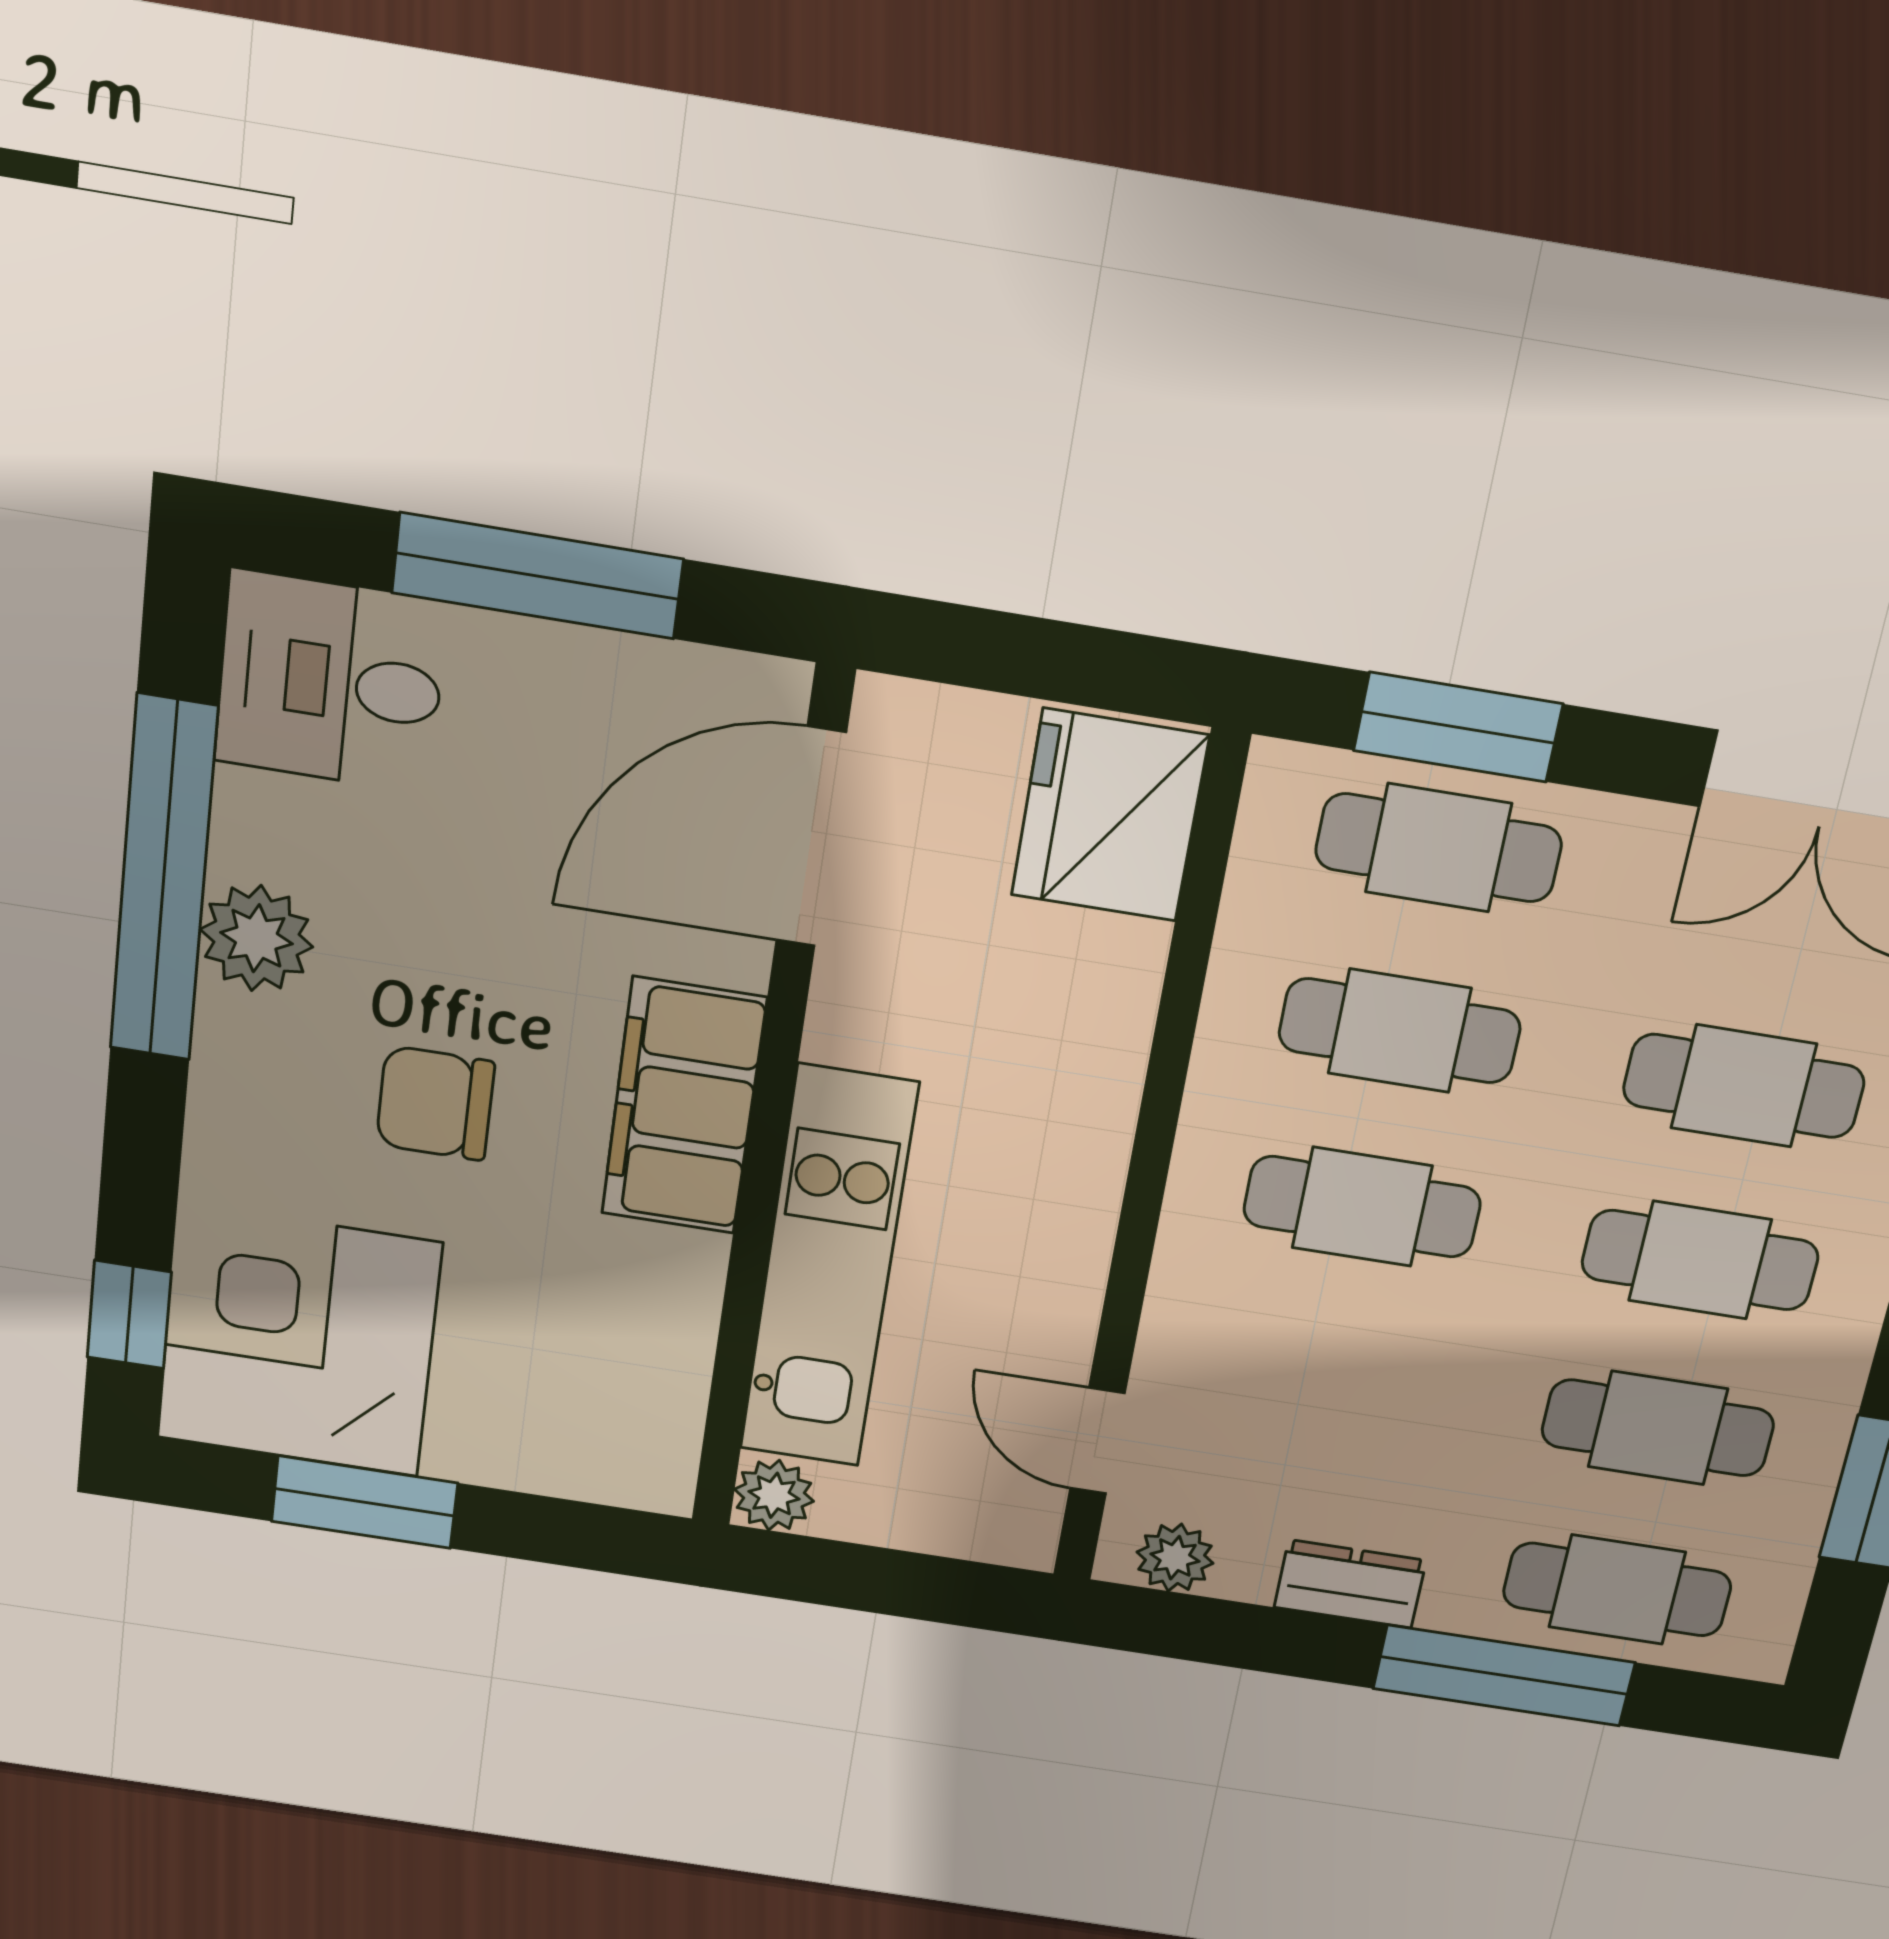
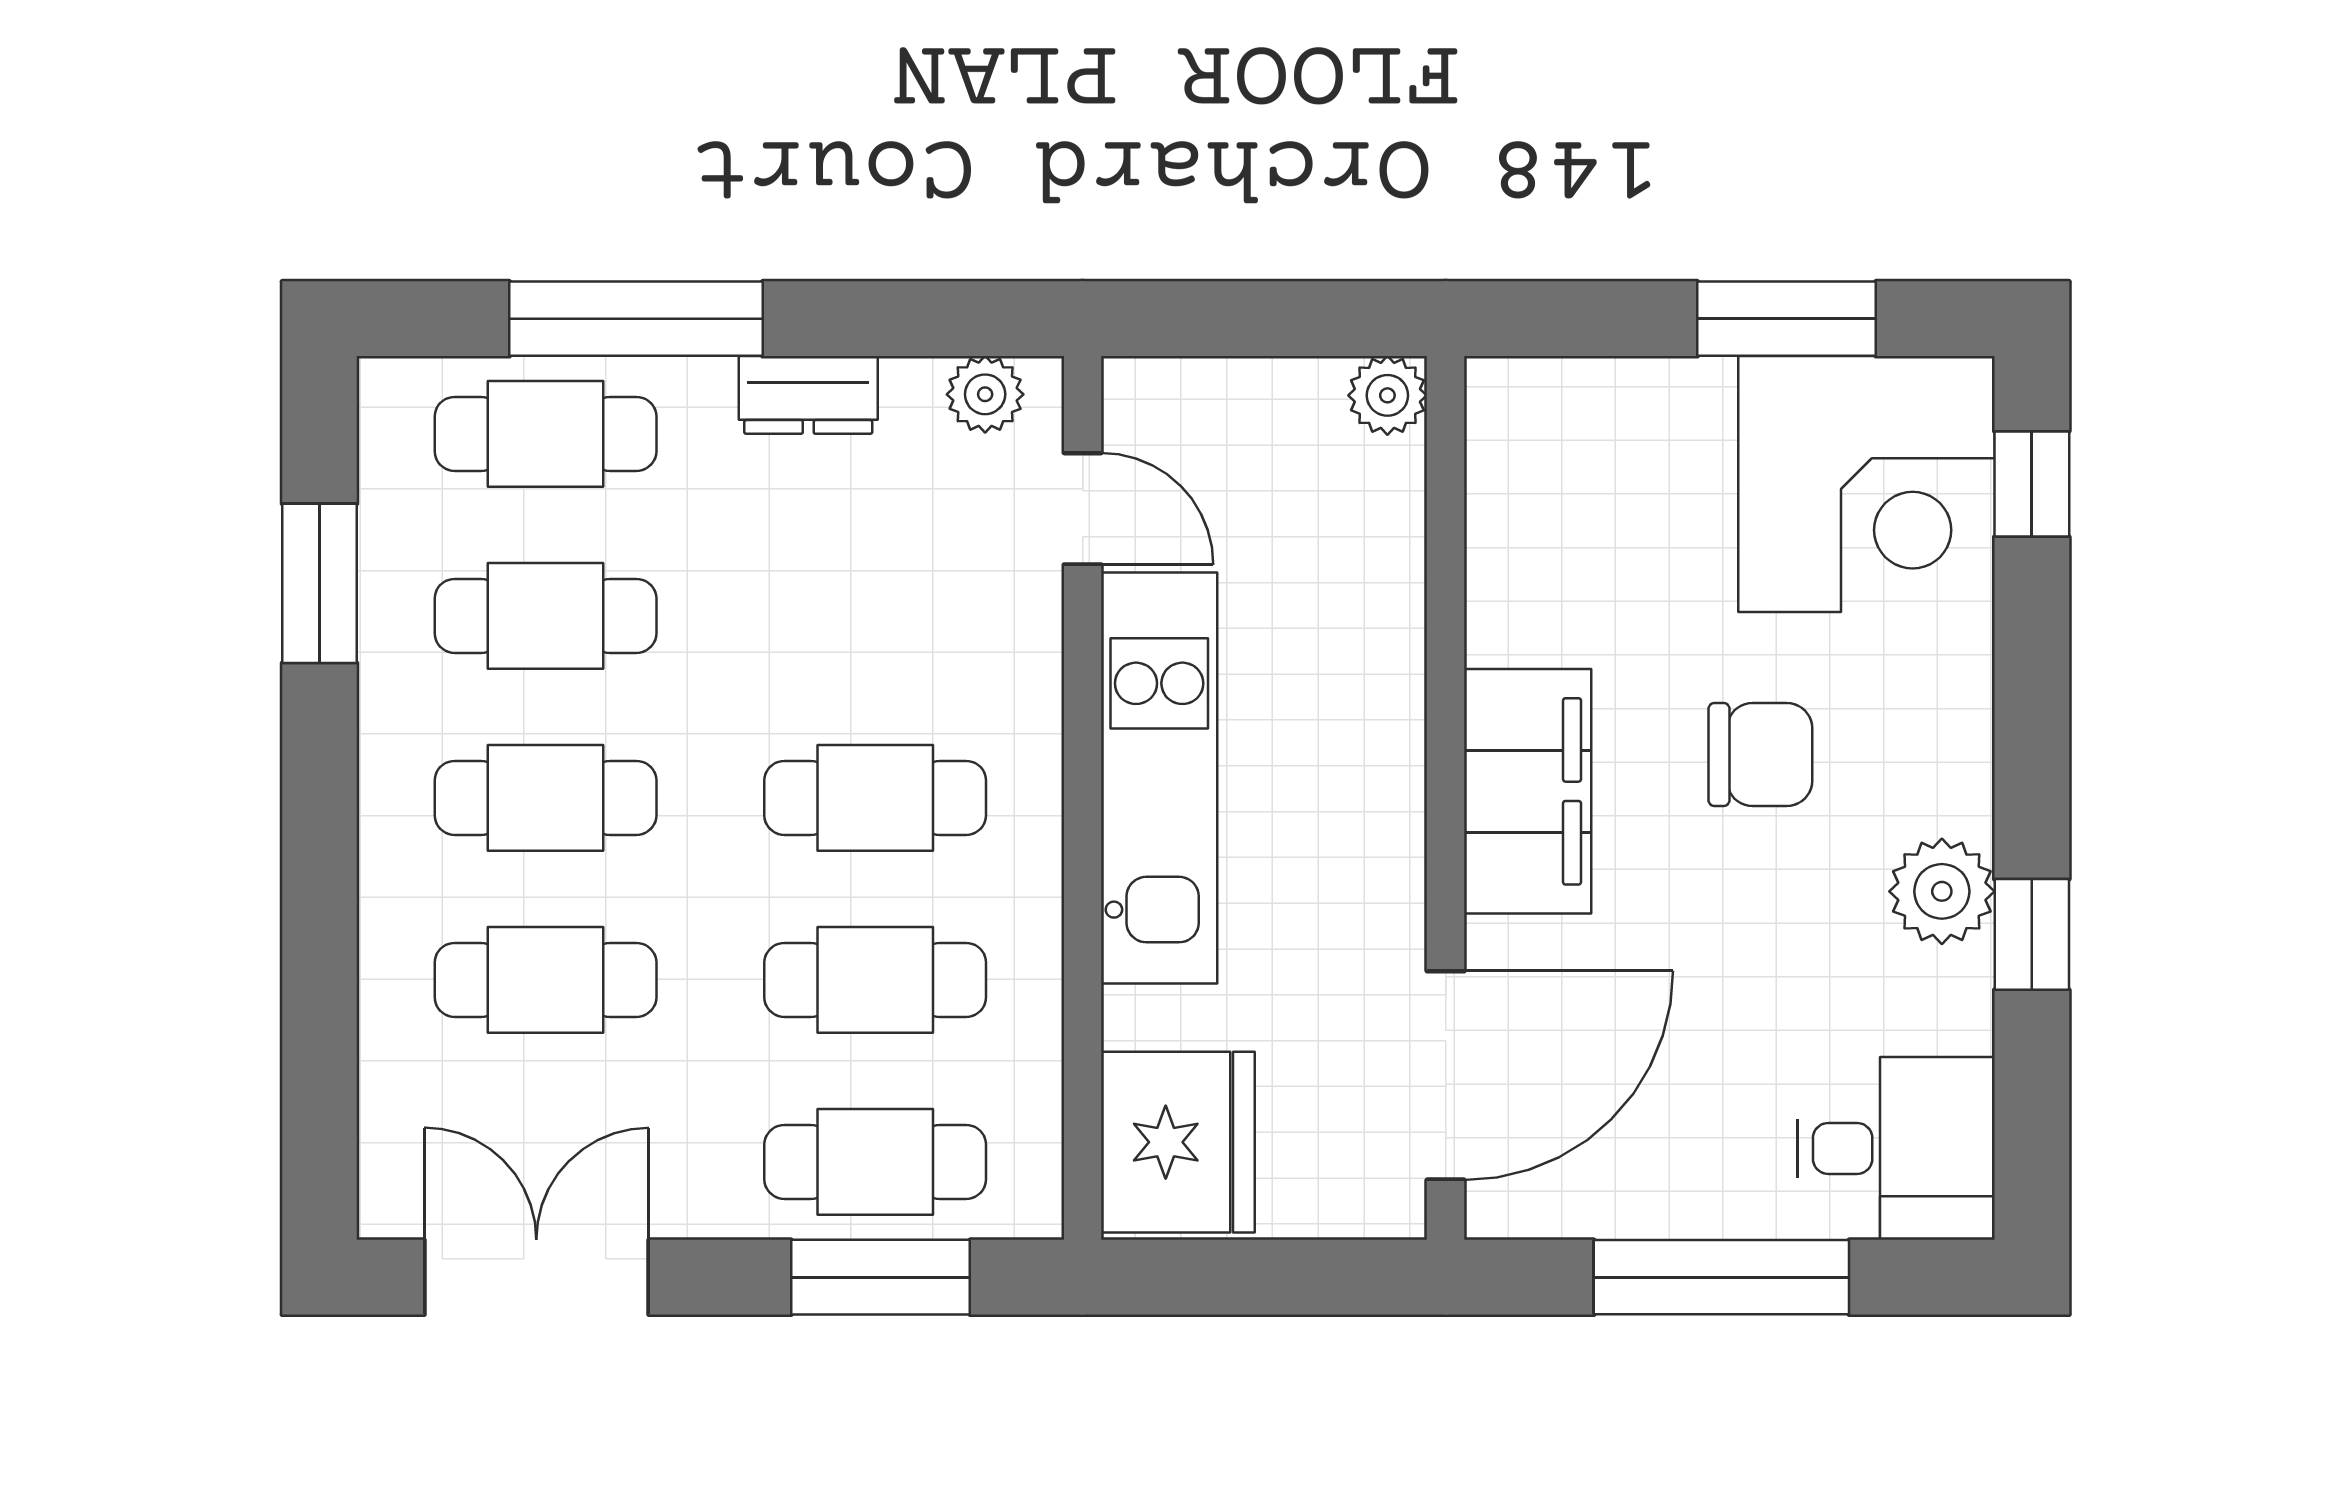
window: (163, 879) -> (2032, 934), width x0.32
kitchen unit: (828, 1268) -> (1159, 778), moved, turned 180

